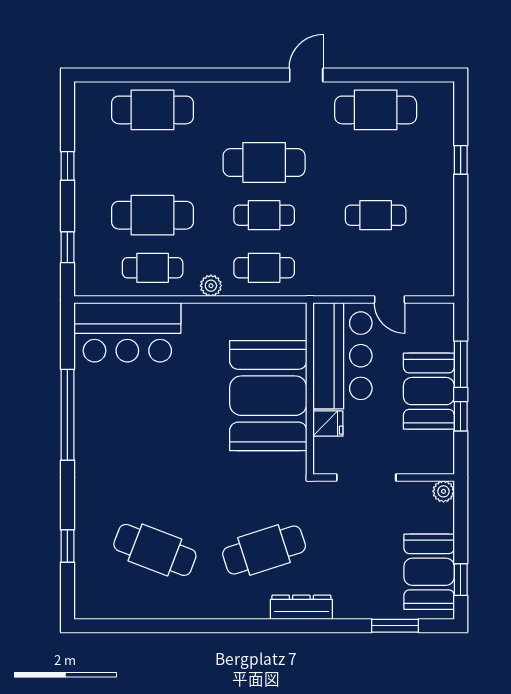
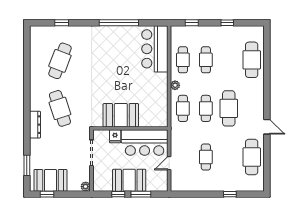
cafe table: (153, 215) -> (206, 60), width x0.73, depth x0.74
booth: (268, 396) -> (121, 115), width x0.73, depth x0.70

